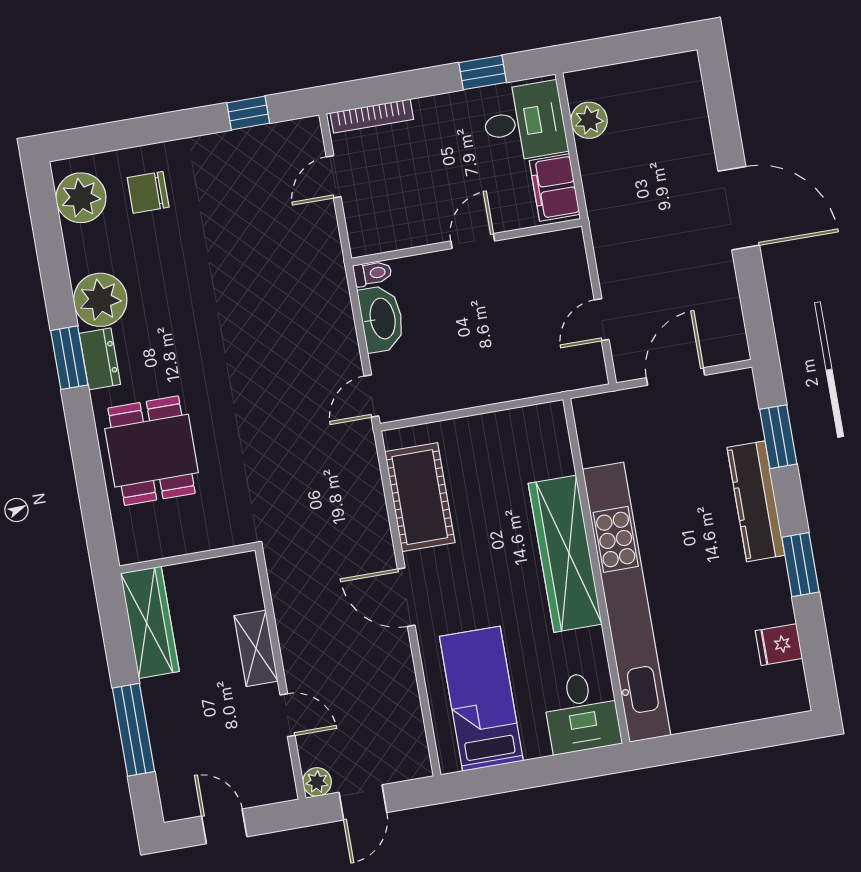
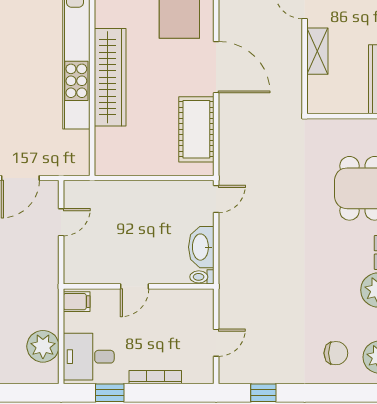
bookcase: (372, 116) -> (155, 377), moved
plant: (589, 120) -> (43, 346), width x1.36, depth x1.36
filing cabinet: (555, 188) -> (77, 302), width x0.50
door: (406, 597) -> (216, 67), width x1.36

